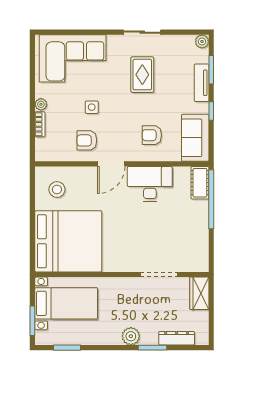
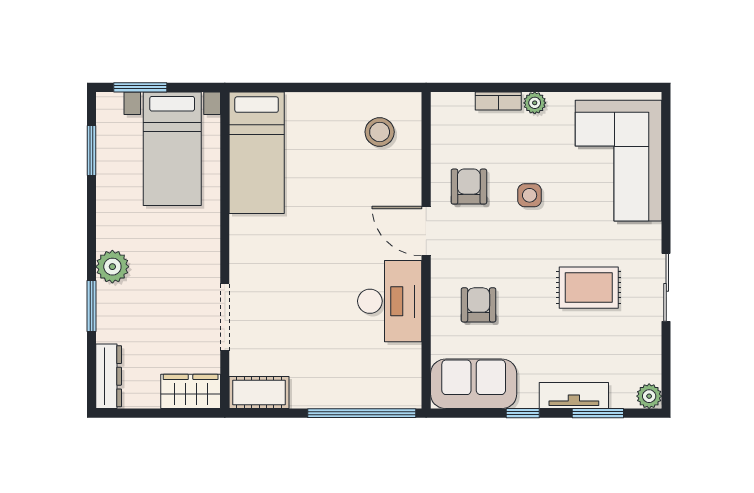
cot: (200, 183) -> (259, 392), moved
bed: (68, 241) -> (257, 153), width x0.49
dresser: (177, 338) -> (109, 376), moved

